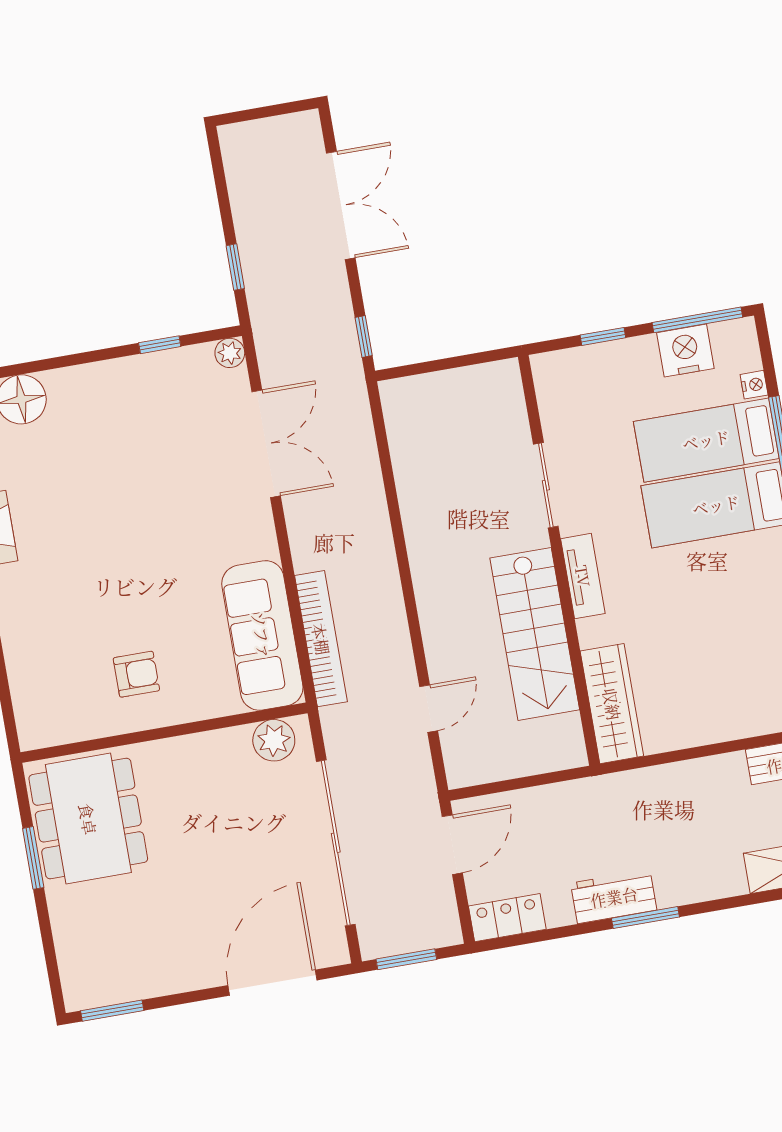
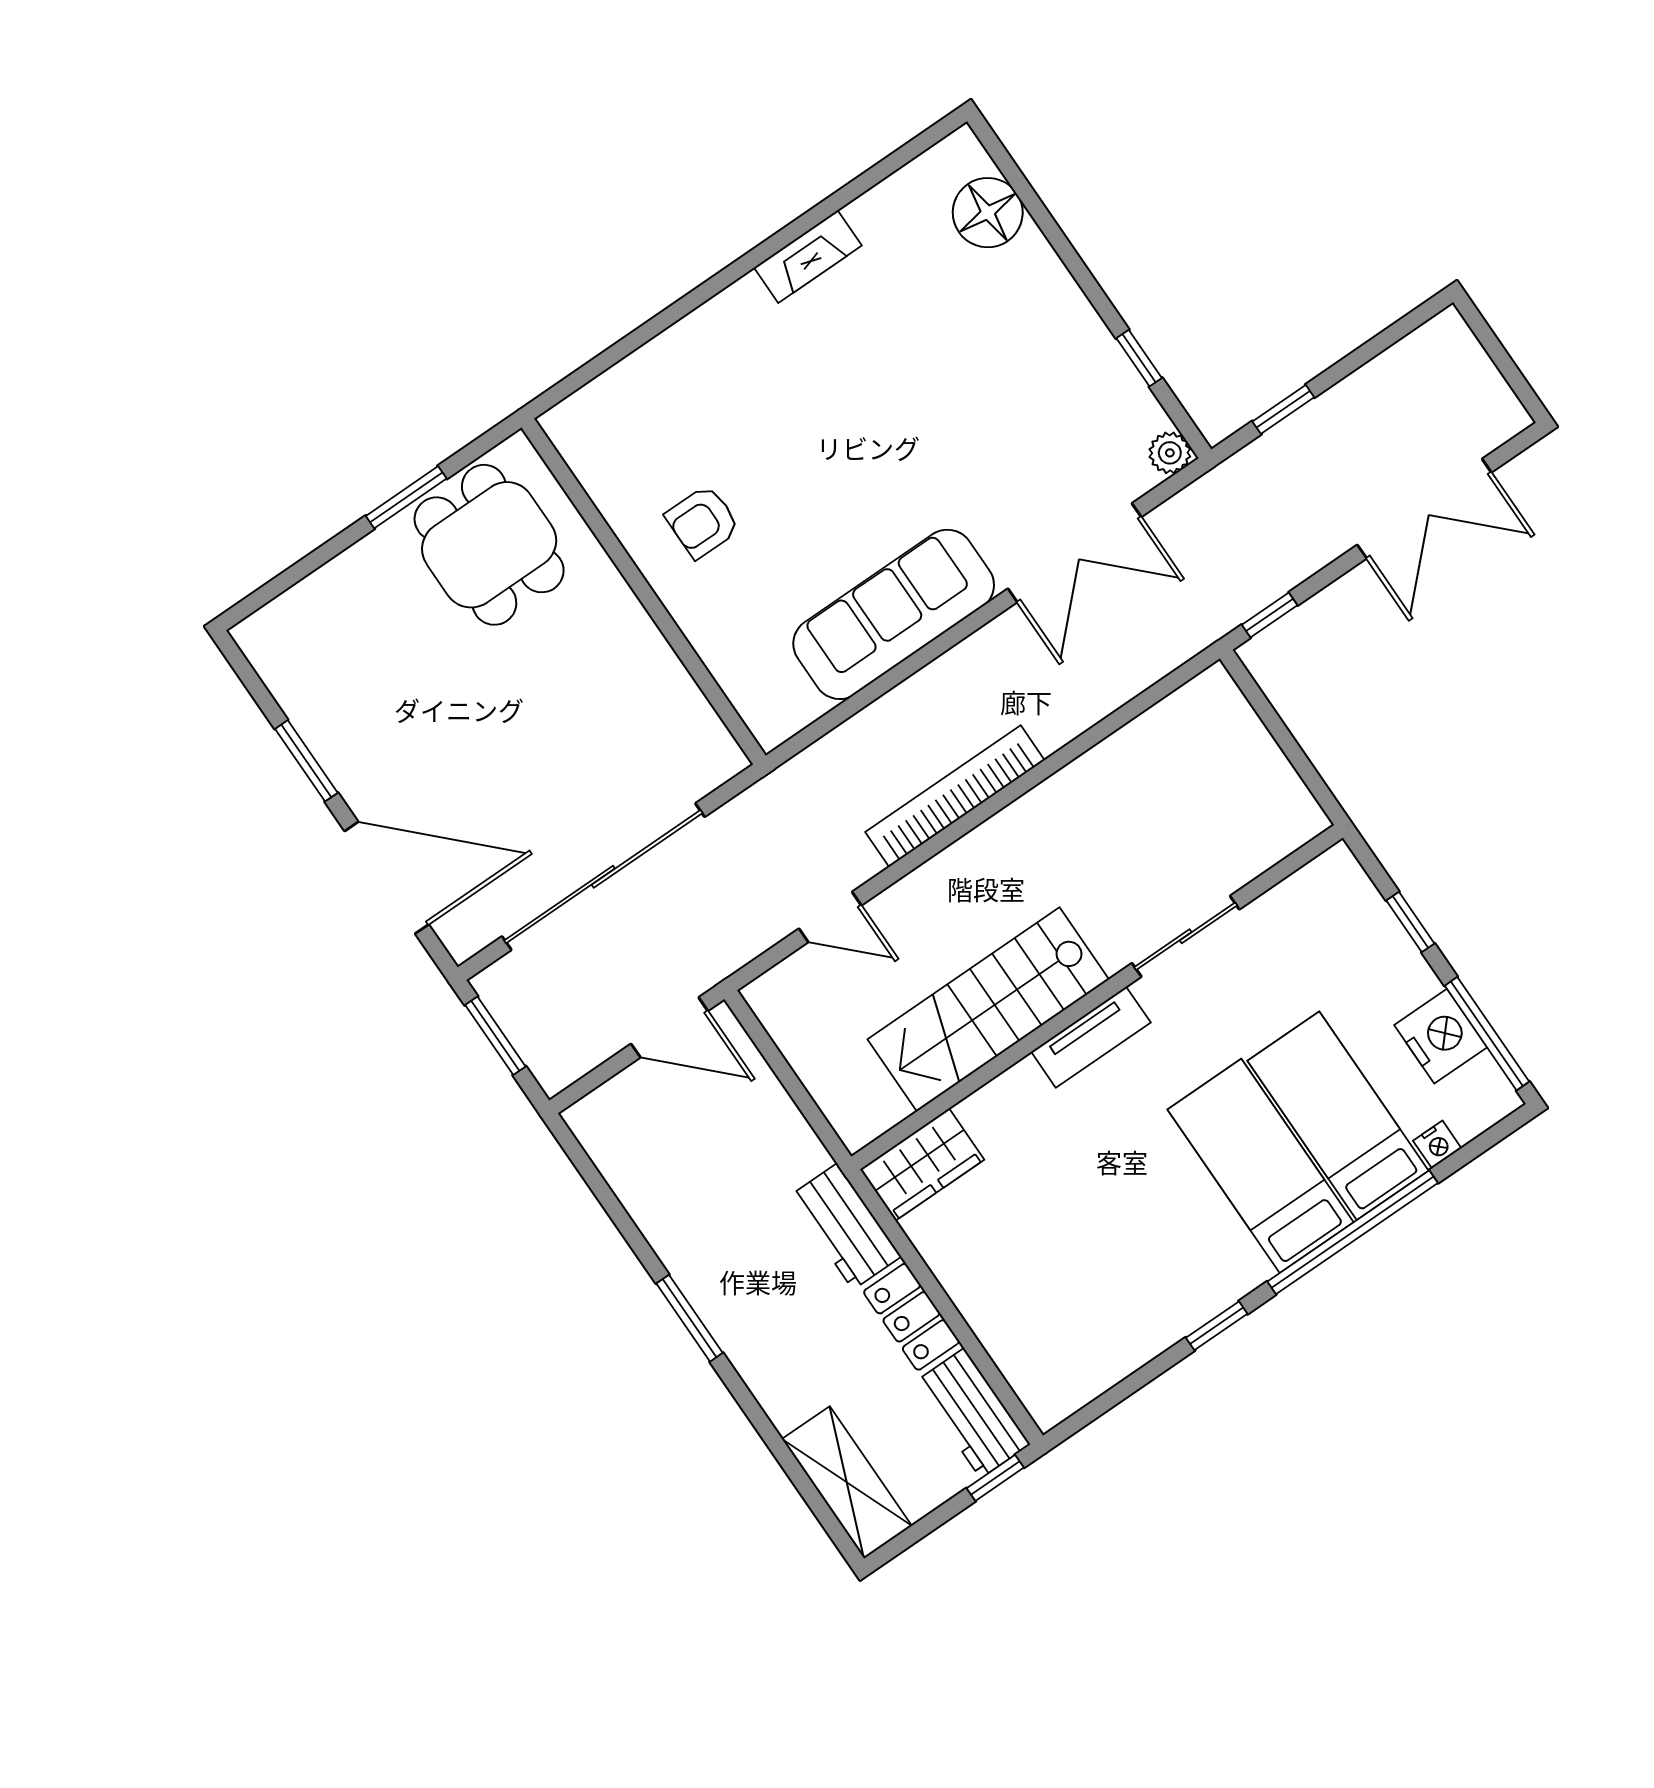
sofa: (262, 635) -> (894, 614), moved
bookcase: (321, 639) -> (955, 796), moved, turned 180
armchair: (136, 674) -> (703, 522), turned 90
wardrobe: (612, 704) -> (922, 1165), width x0.67
plant: (274, 740) -> (699, 737), removed
dining table: (88, 819) -> (489, 545), width x0.73
workbench: (614, 897) -> (845, 1226), moved, turned 180
locker: (507, 918) -> (911, 1317), moved, turned 180
window: (112, 1011) -> (306, 761), moved

